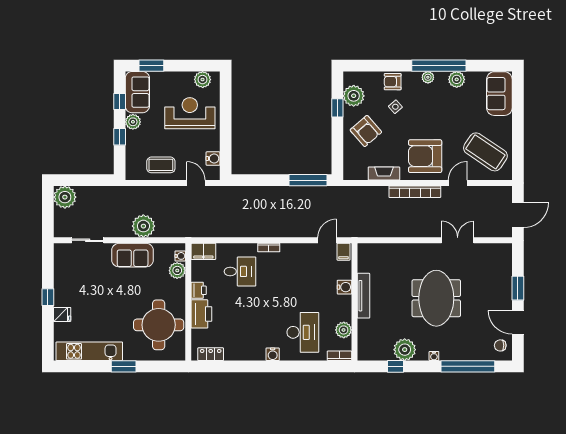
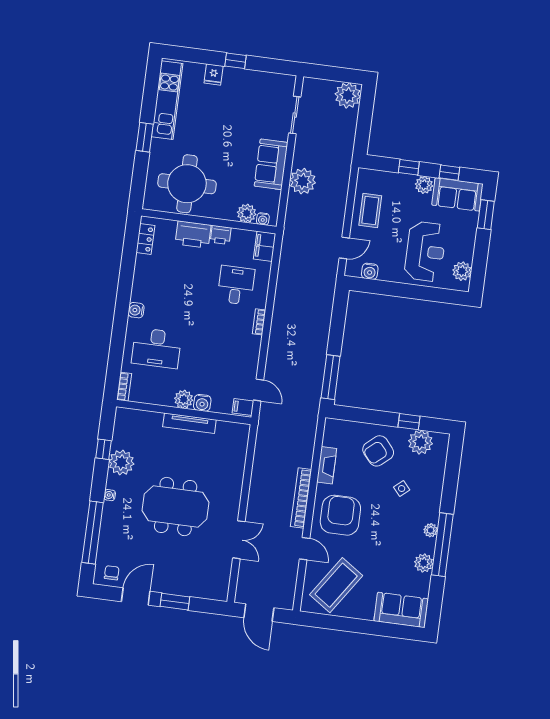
armchair: (393, 82) -> (431, 489), removed
desk: (240, 271) -> (236, 285), turned 180
plant: (344, 330) -> (184, 399), moved

